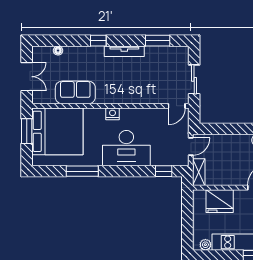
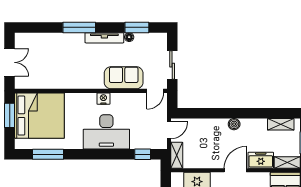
window: (98, 41) -> (79, 27), width x2.17
floor lamp: (58, 51) -> (129, 37), moved
sofa: (75, 92) -> (124, 78), moved
nightstand: (112, 114) -> (103, 99), moved
window: (82, 171) -> (48, 154), moved

